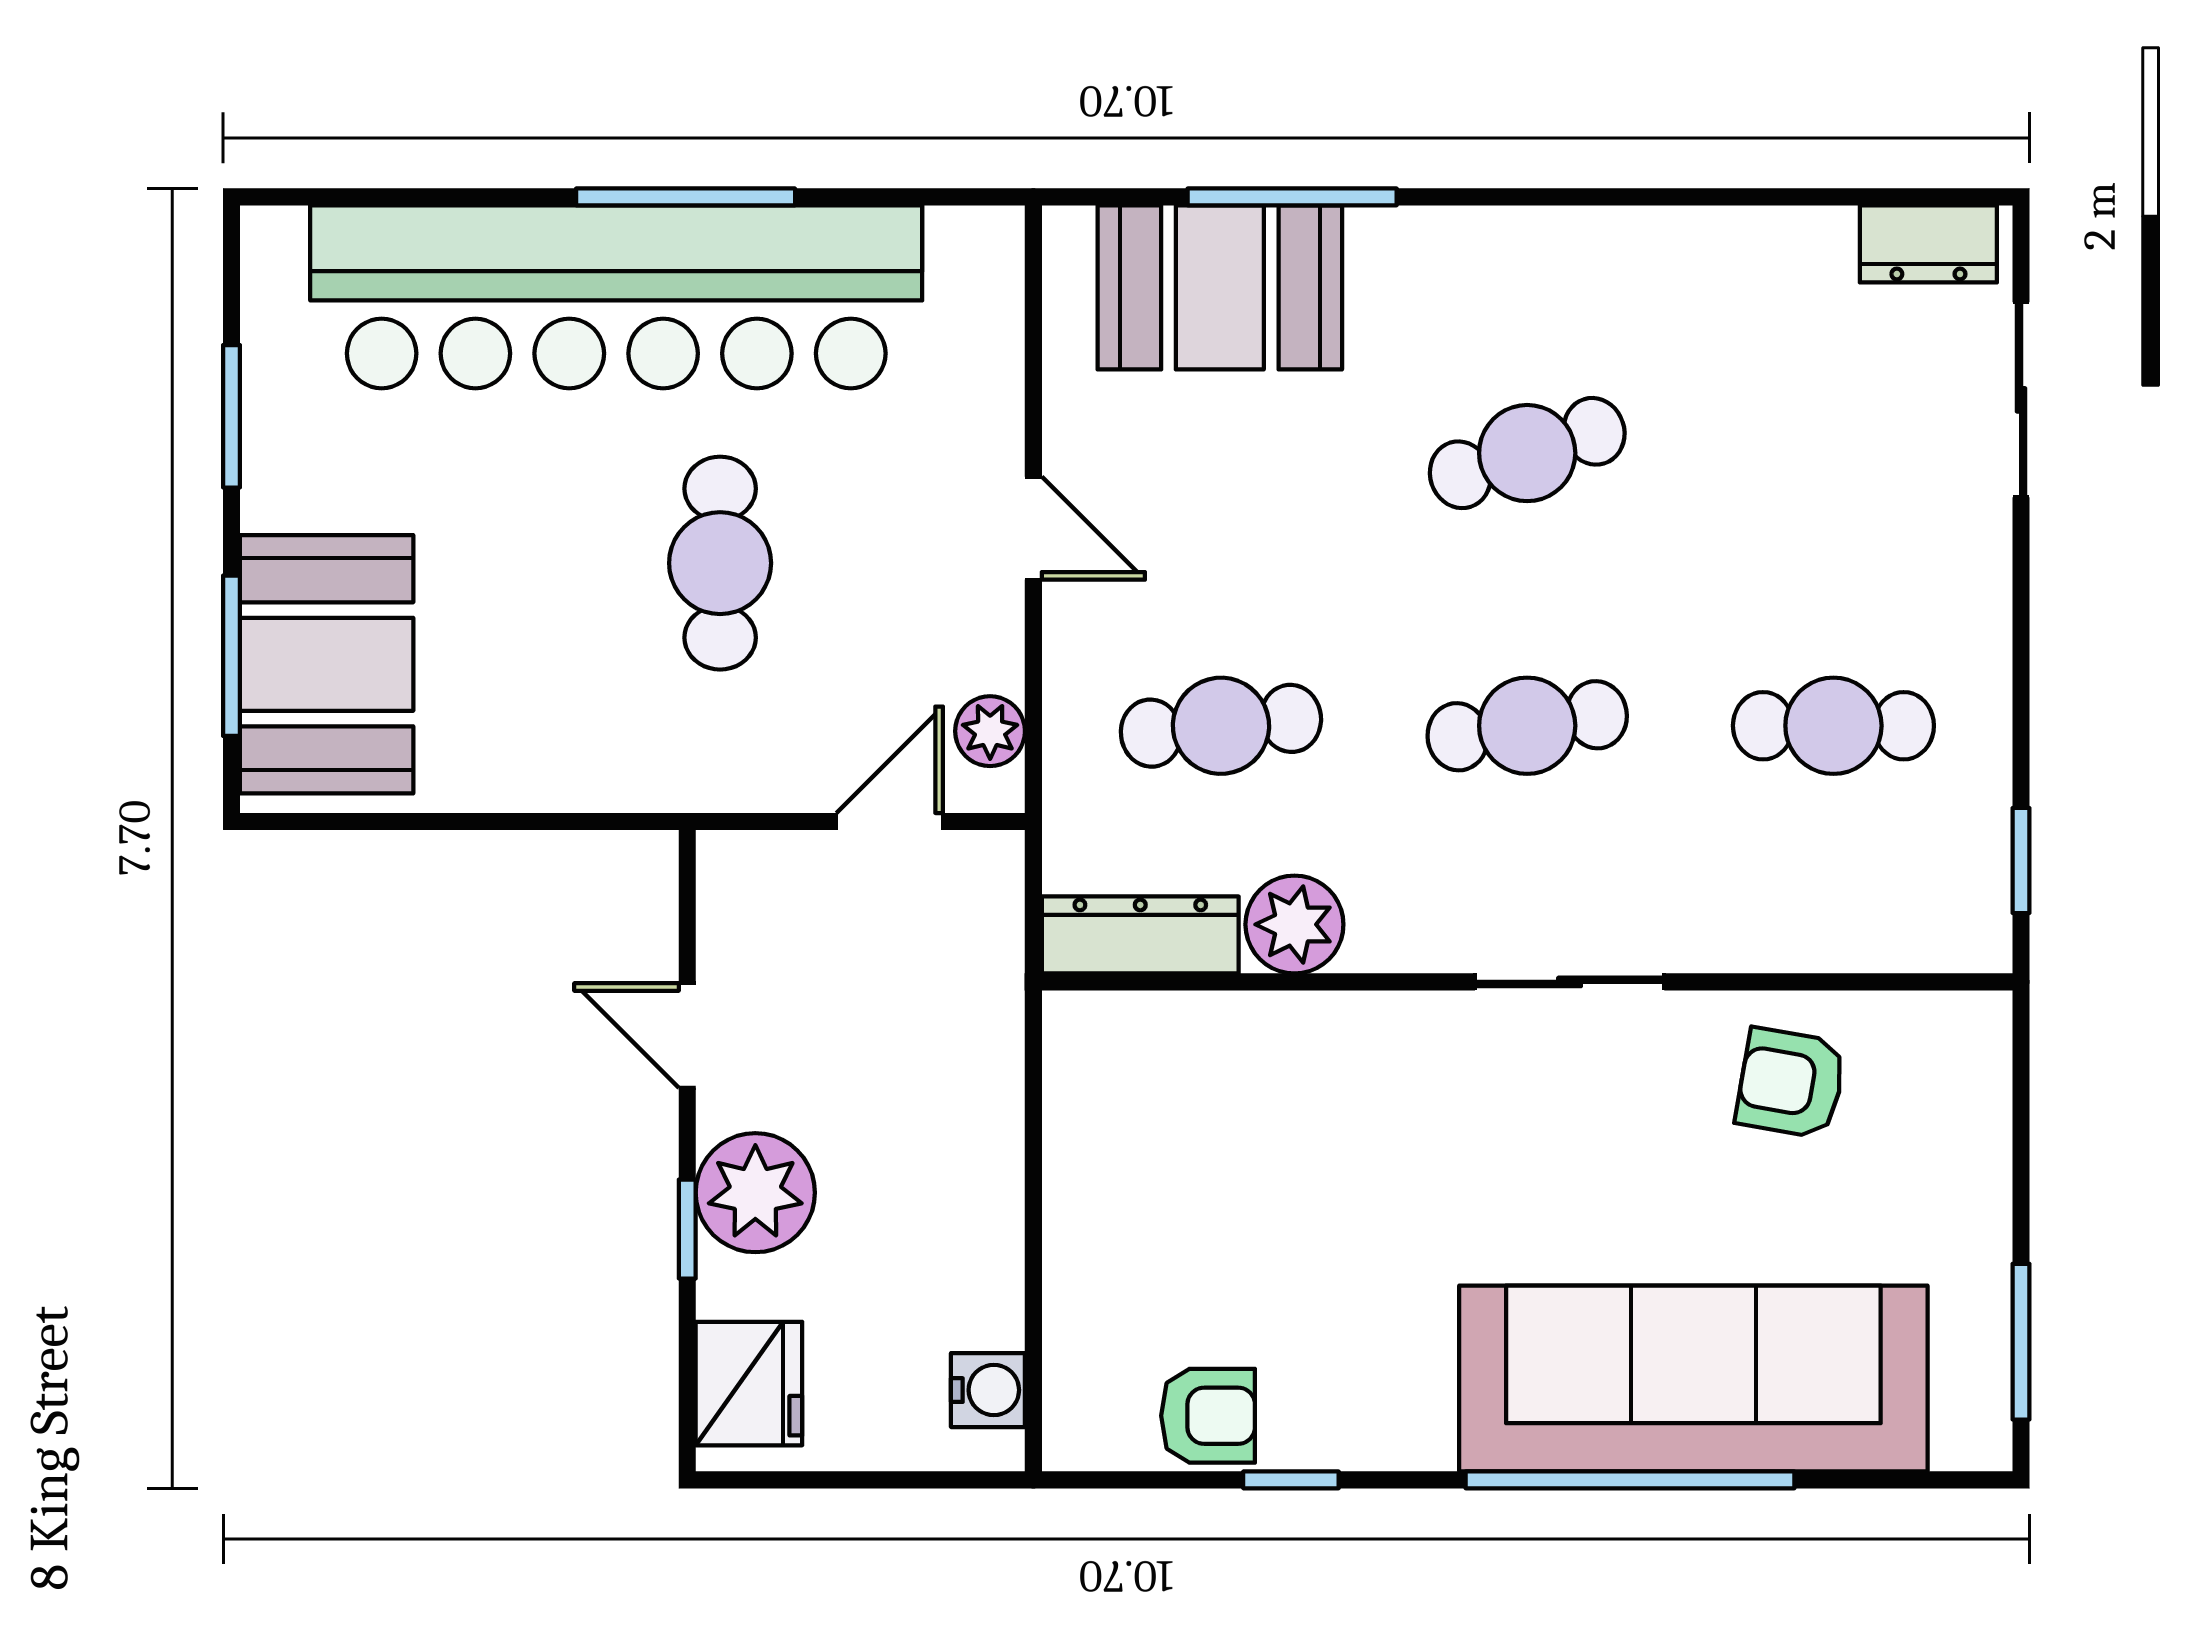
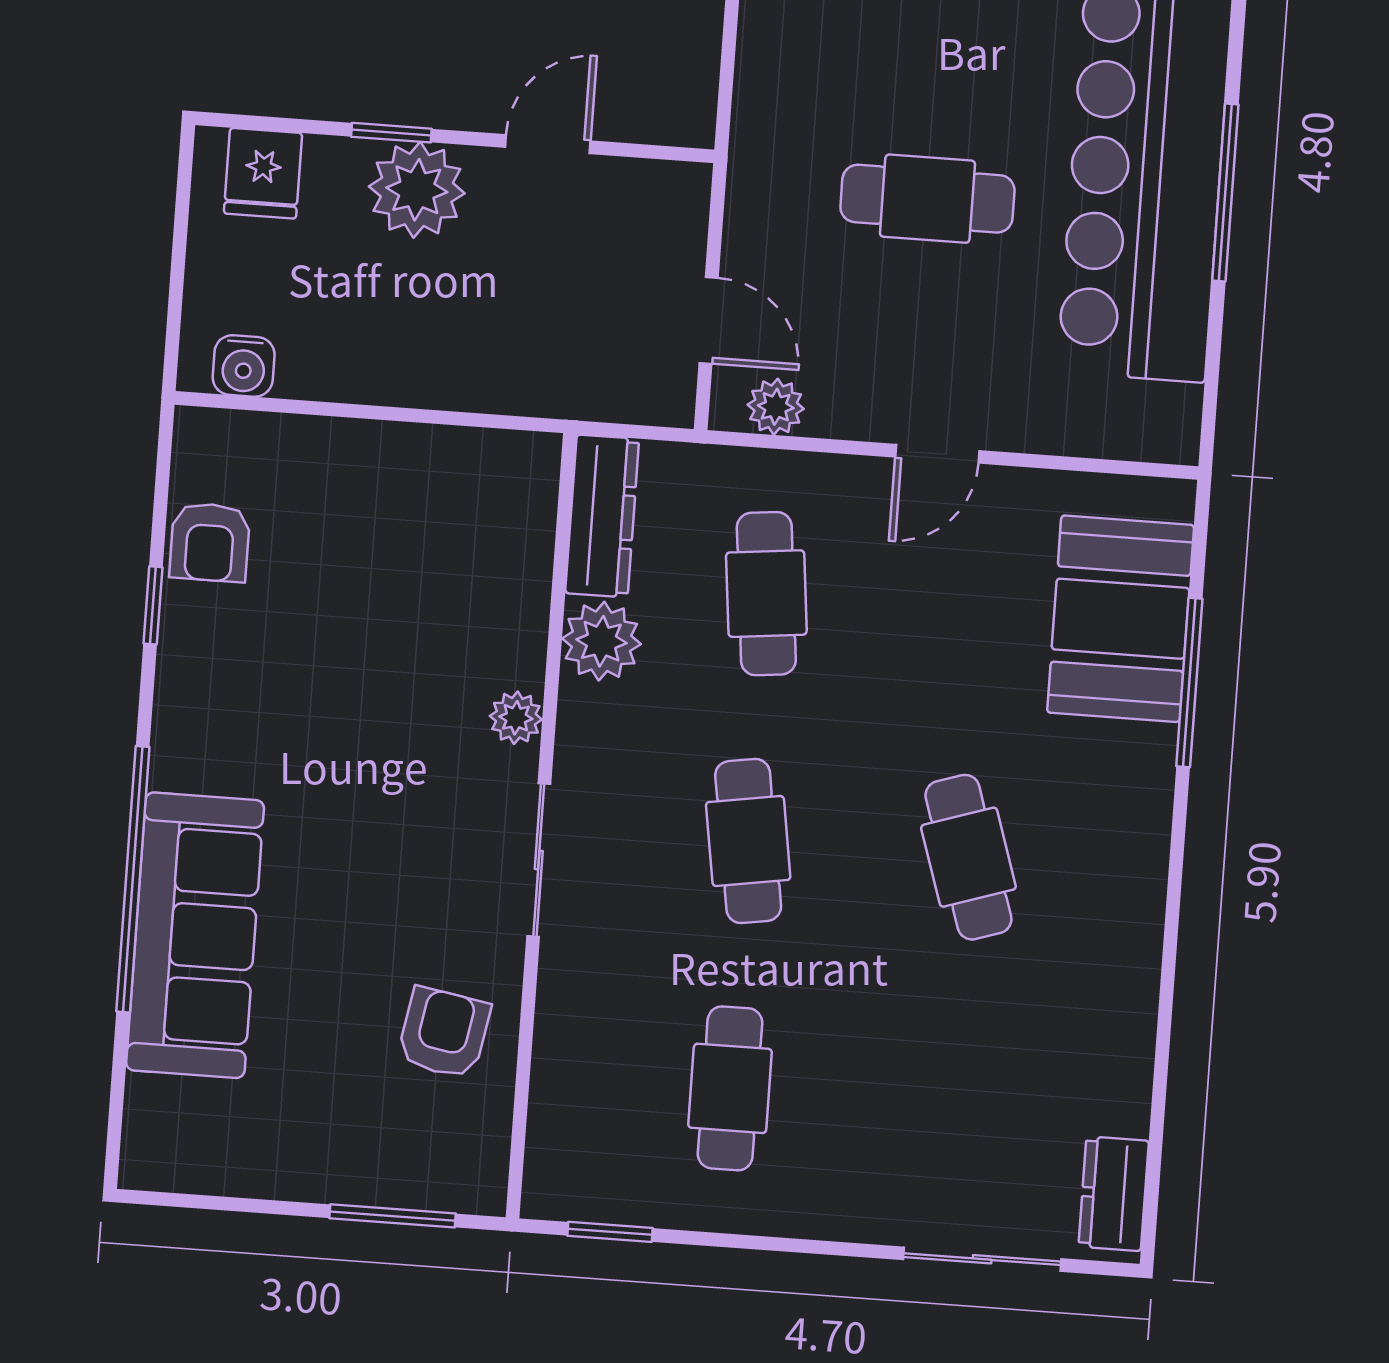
plant: (1396, 1023) -> (516, 718), added
window: (2021, 1342) -> (392, 1216), moved
sofa: (1693, 1379) -> (195, 935), width x0.74, depth x0.79
fridge: (749, 1384) -> (263, 173), width x0.72

